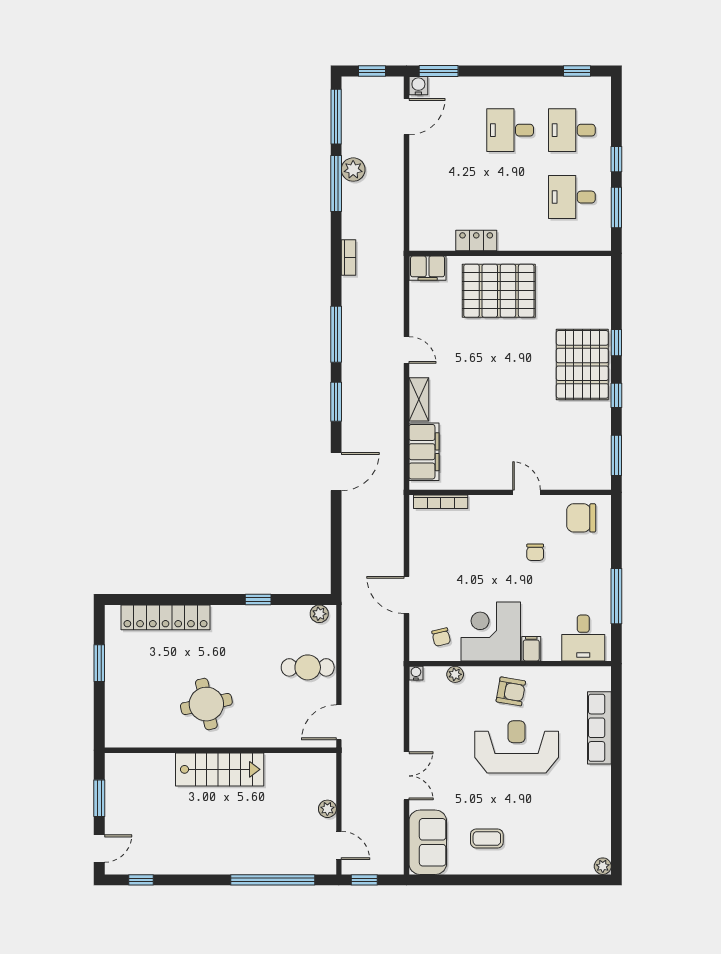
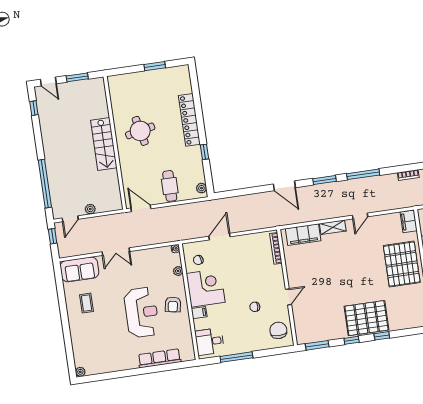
locker: (166, 617) -> (189, 120), moved

